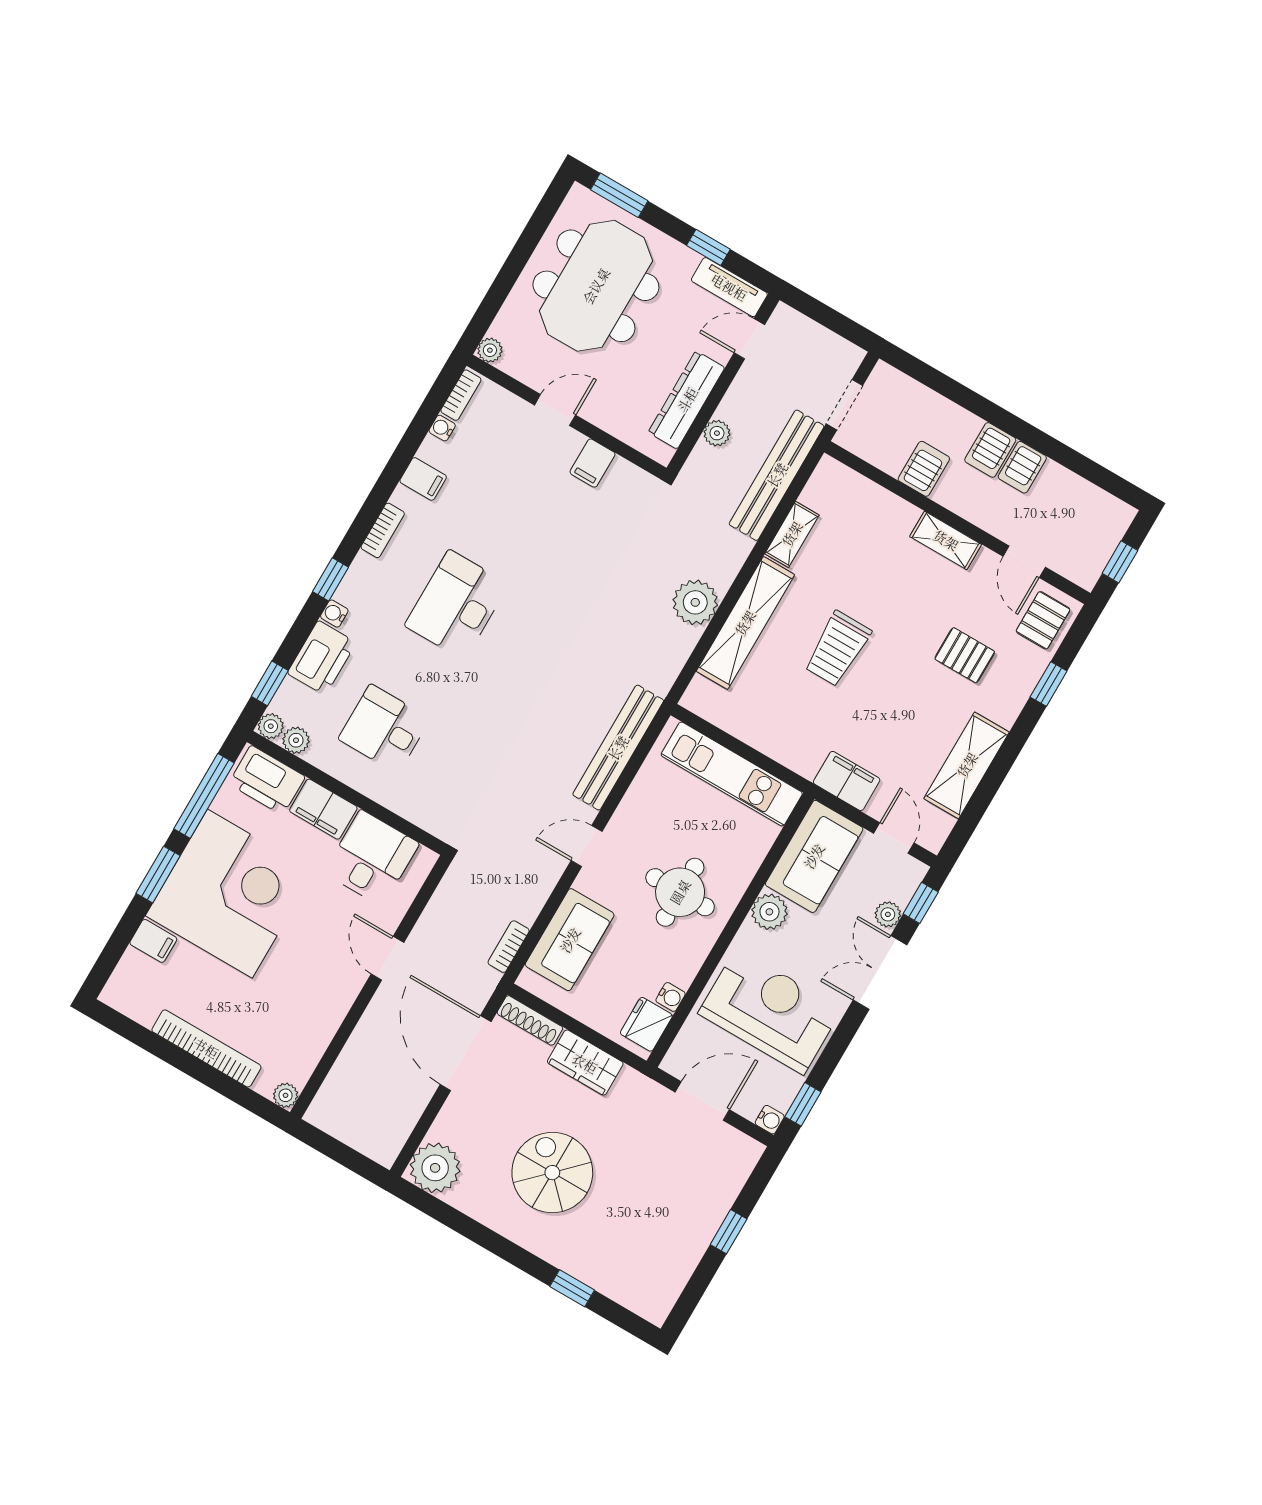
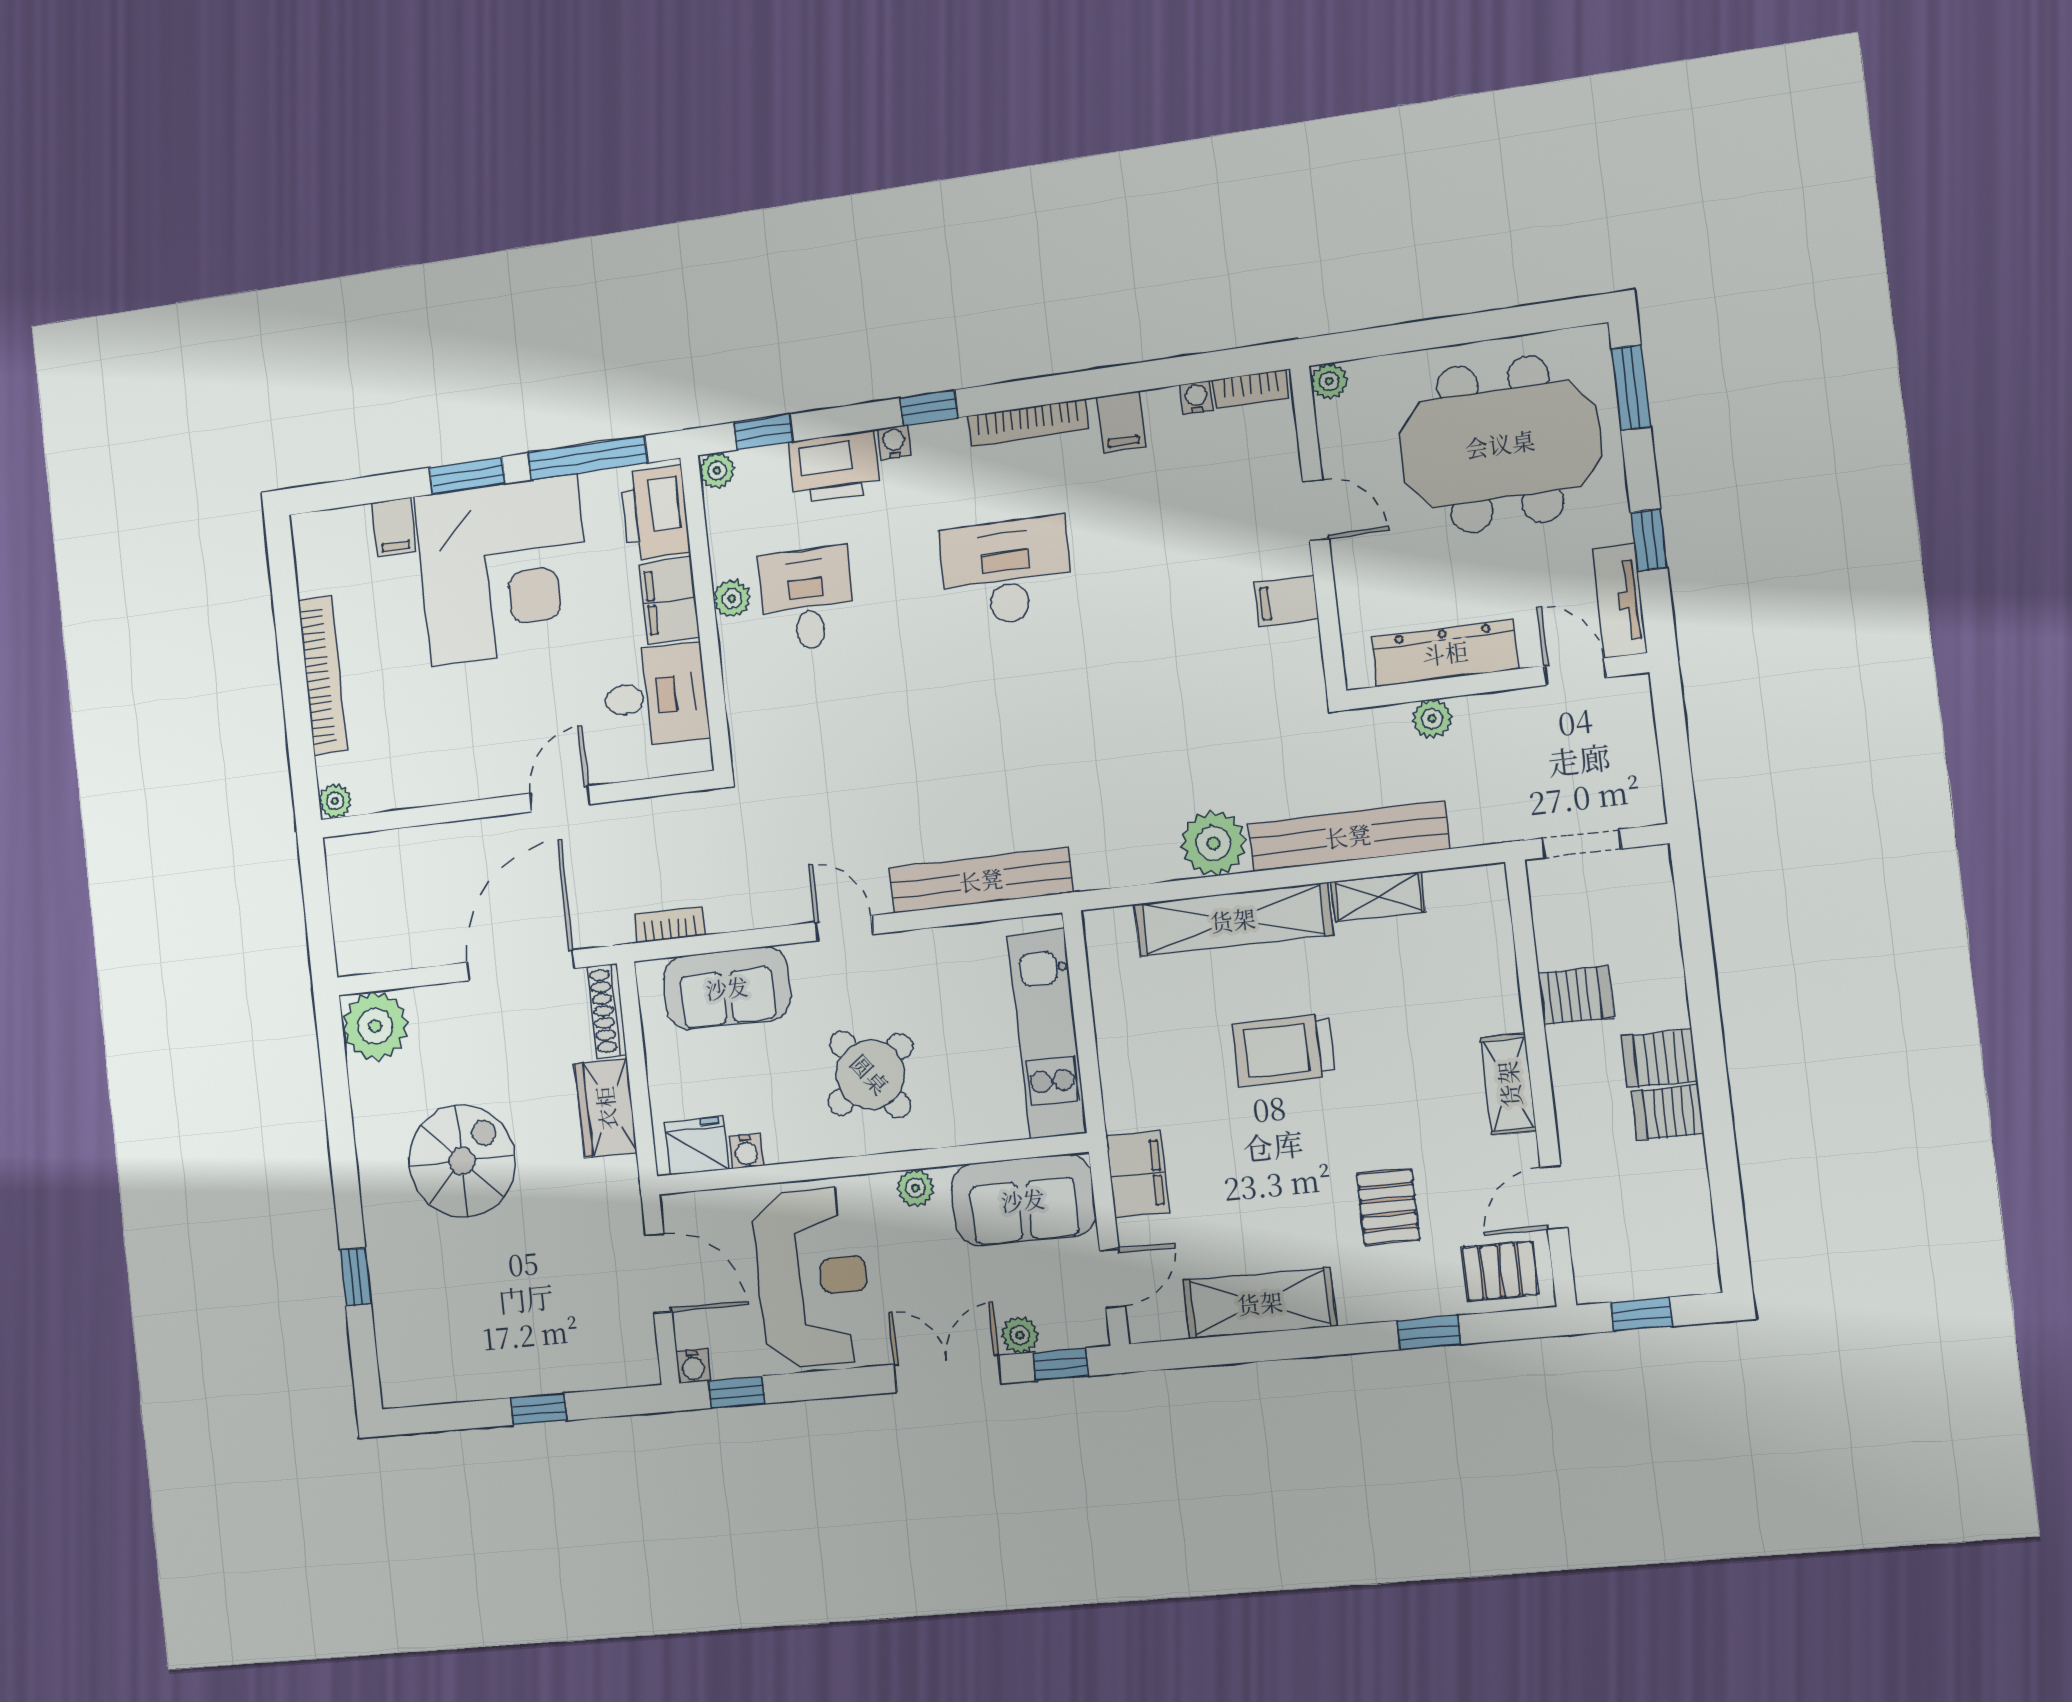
bench: (777, 475) -> (1348, 836), moved
bookcase: (383, 530) -> (1028, 422), width x1.56
plant: (296, 740) -> (732, 599), moved
round table: (680, 892) -> (870, 1074), turned -37
plant: (769, 912) -> (915, 1188), width x0.73, depth x0.73

